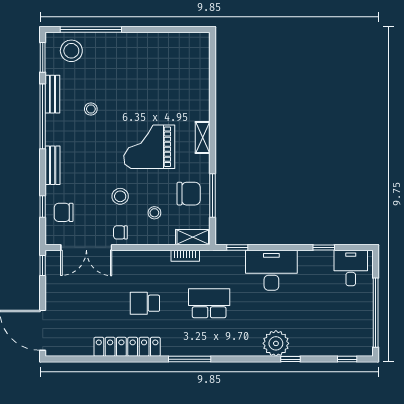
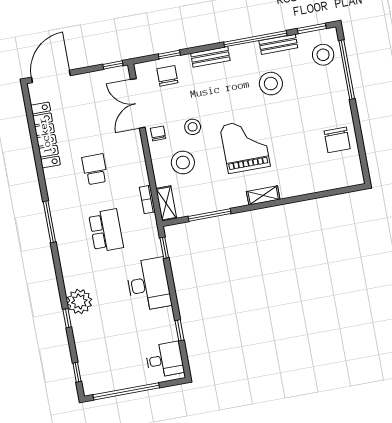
stool: (91, 109) -> (271, 84), width x1.89, depth x1.89
chair: (189, 194) -> (337, 140), moved
stool: (154, 213) -> (183, 163), width x1.89, depth x1.89
locker: (127, 347) -> (45, 135), moved

